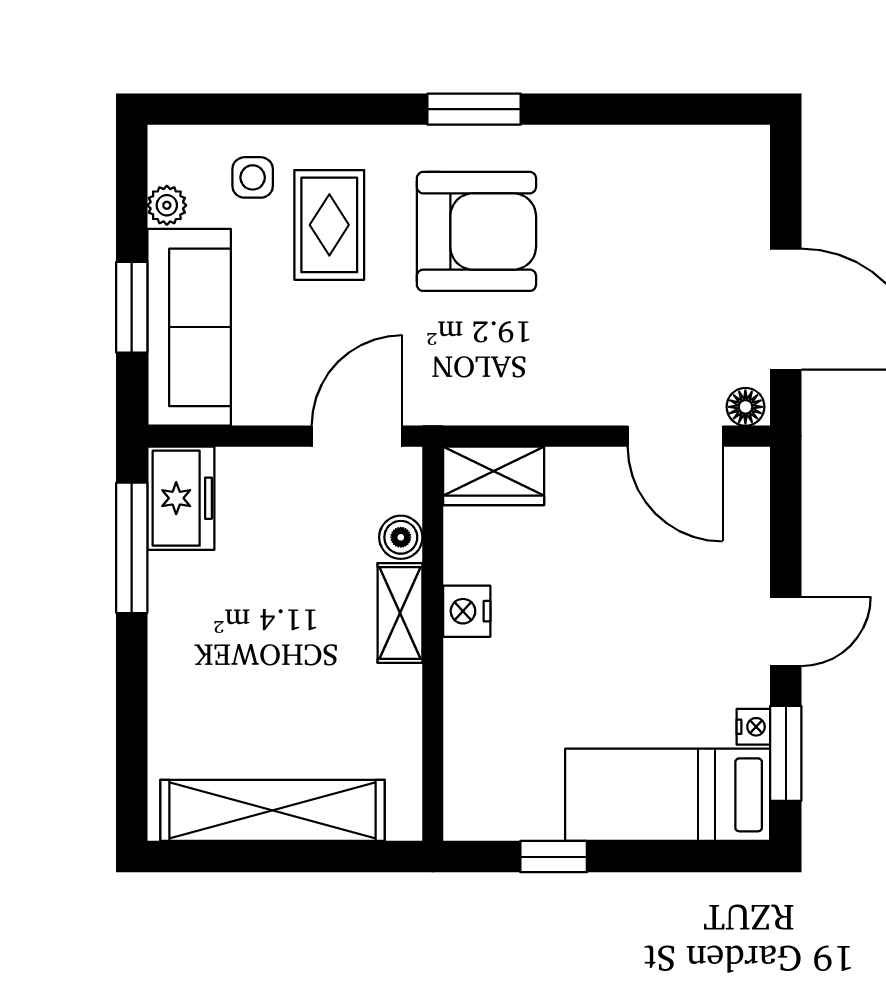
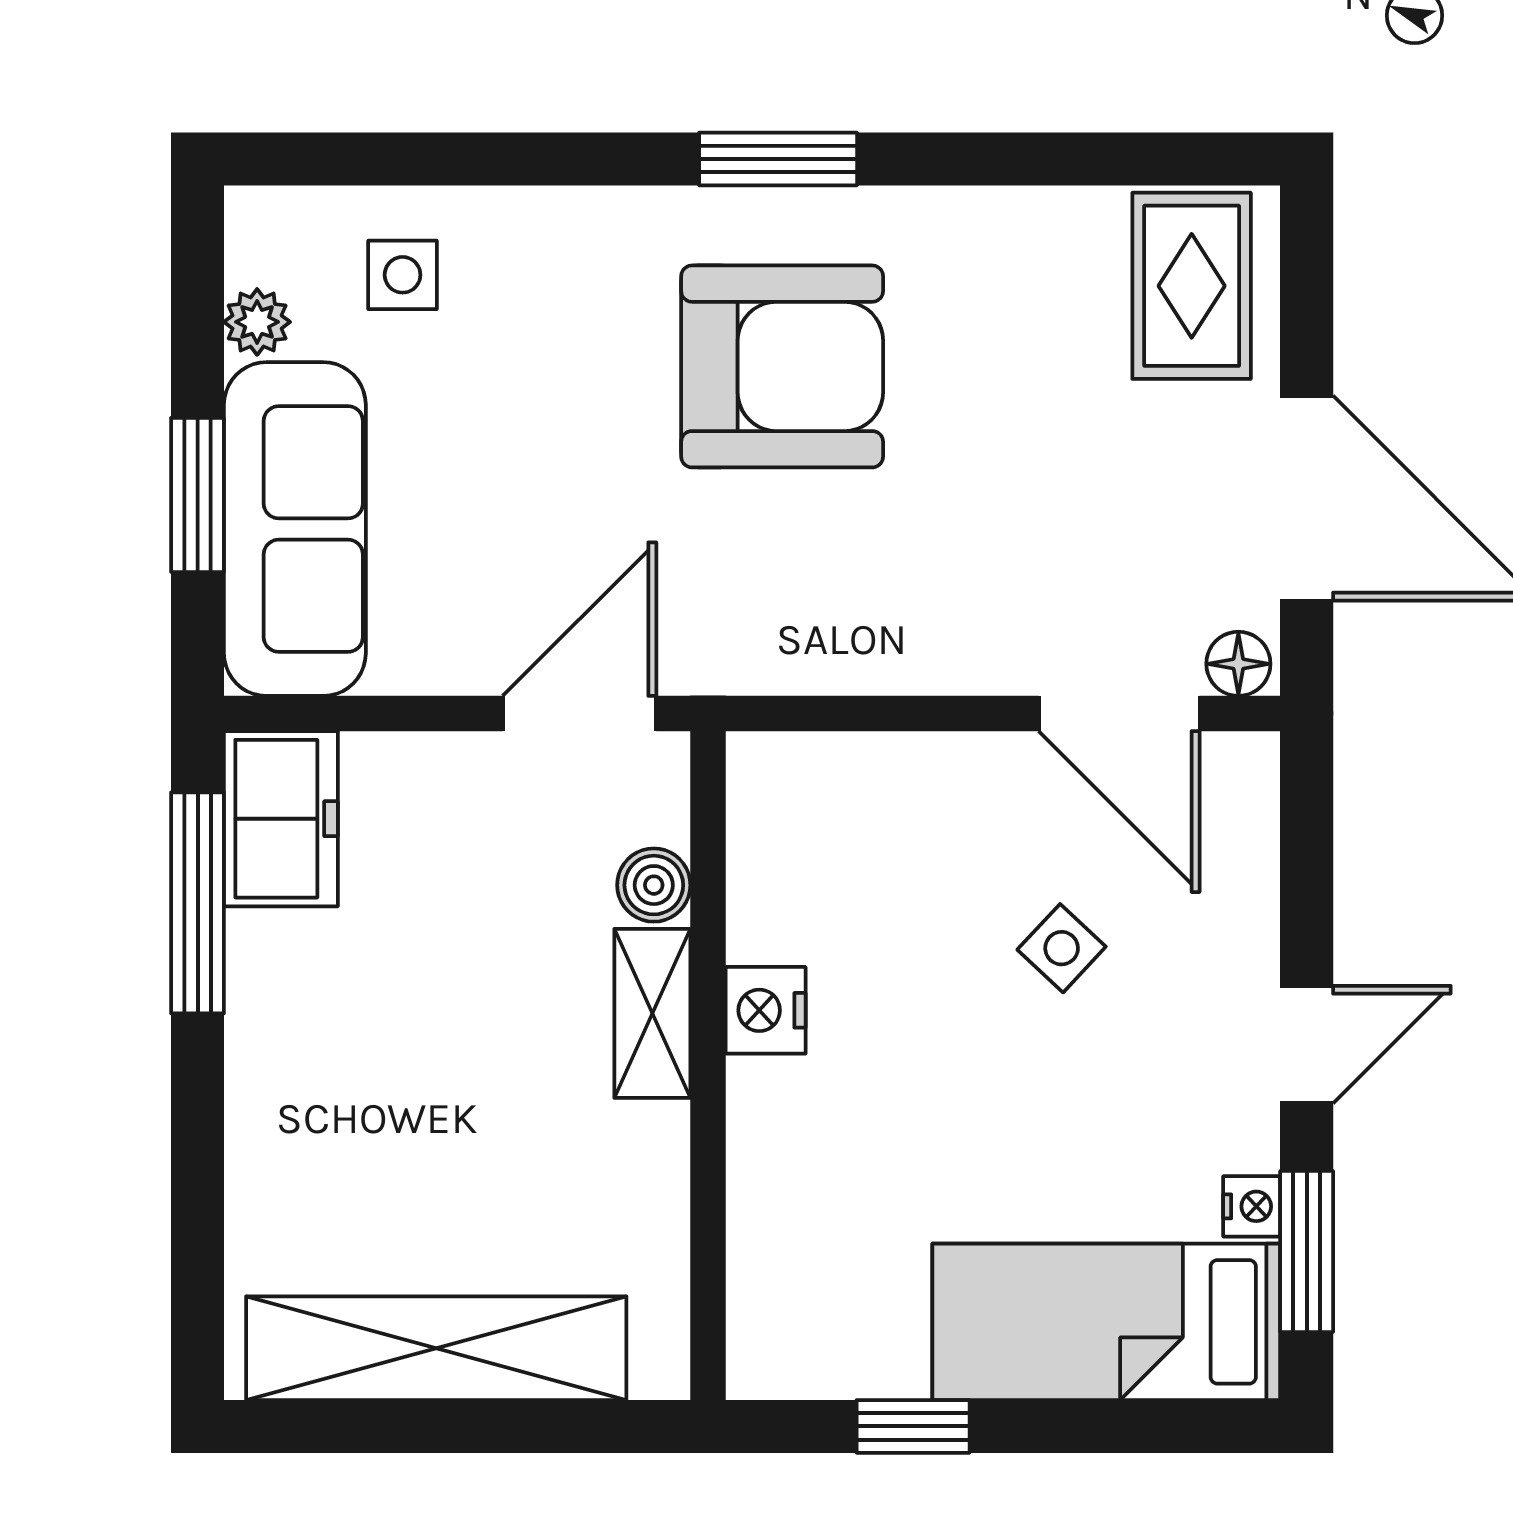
rug: (329, 225) -> (1192, 286), moved
wardrobe: (494, 476) -> (811, 781), removed
side table: (641, 574) -> (1062, 948), added

